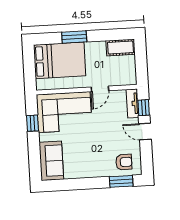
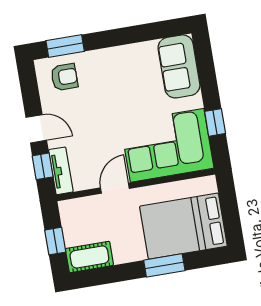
window: (141, 60) -> (55, 241), added
armchair: (124, 162) -> (64, 77), turned 180

